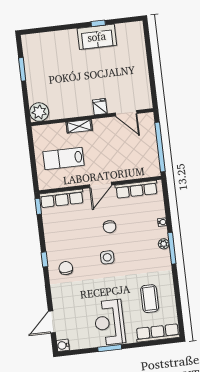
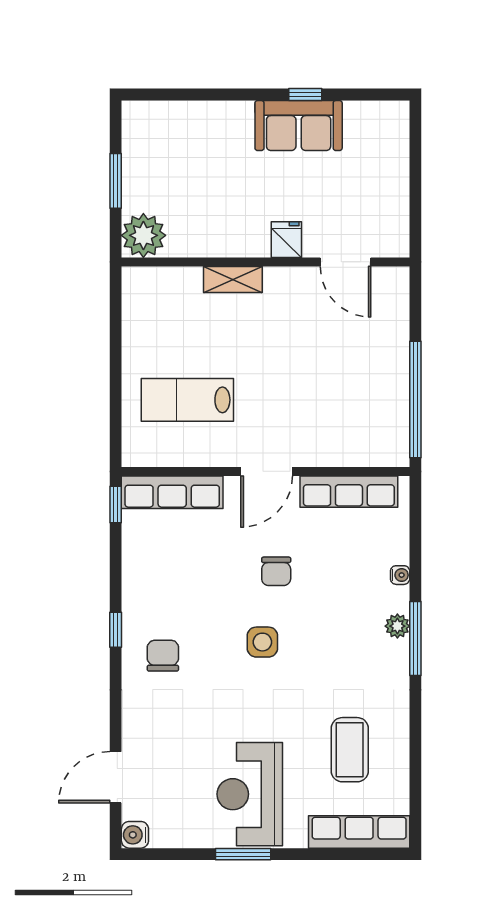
fridge: (100, 107) -> (286, 240), moved
plant: (39, 112) -> (143, 235), moved
door: (126, 113) -> (346, 262), moved
wall: (92, 117) -> (266, 262), moved
shelving: (79, 126) -> (233, 279), moved

